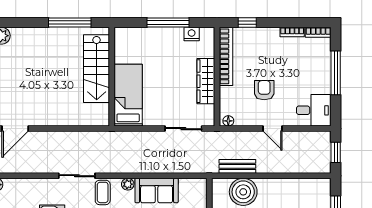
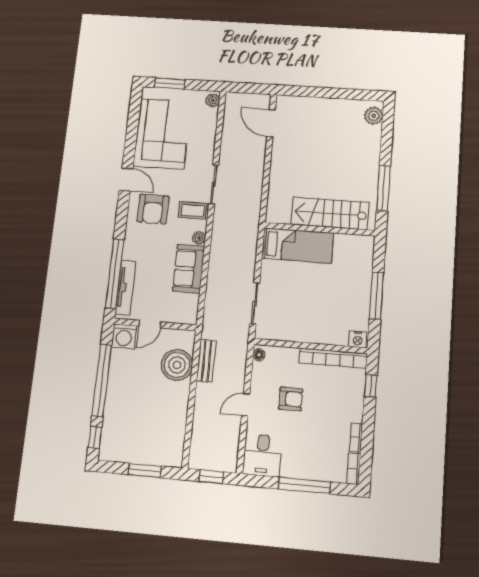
nightstand: (192, 34) -> (358, 339), moved, turned 90
wardrobe: (206, 81) -> (306, 333), removed

